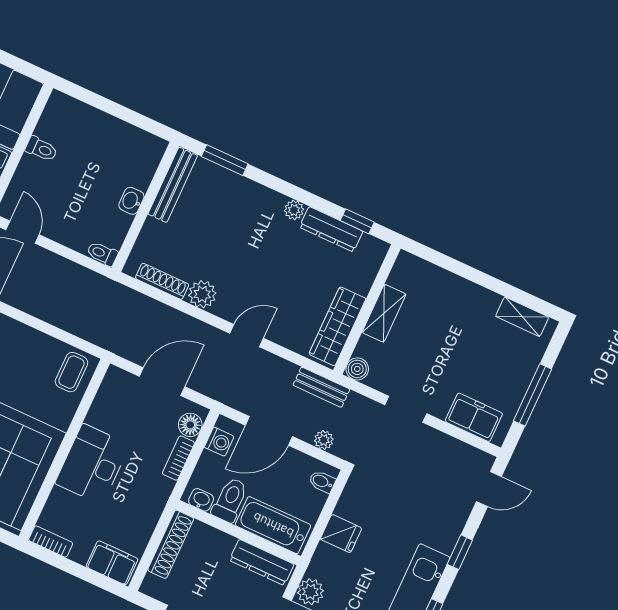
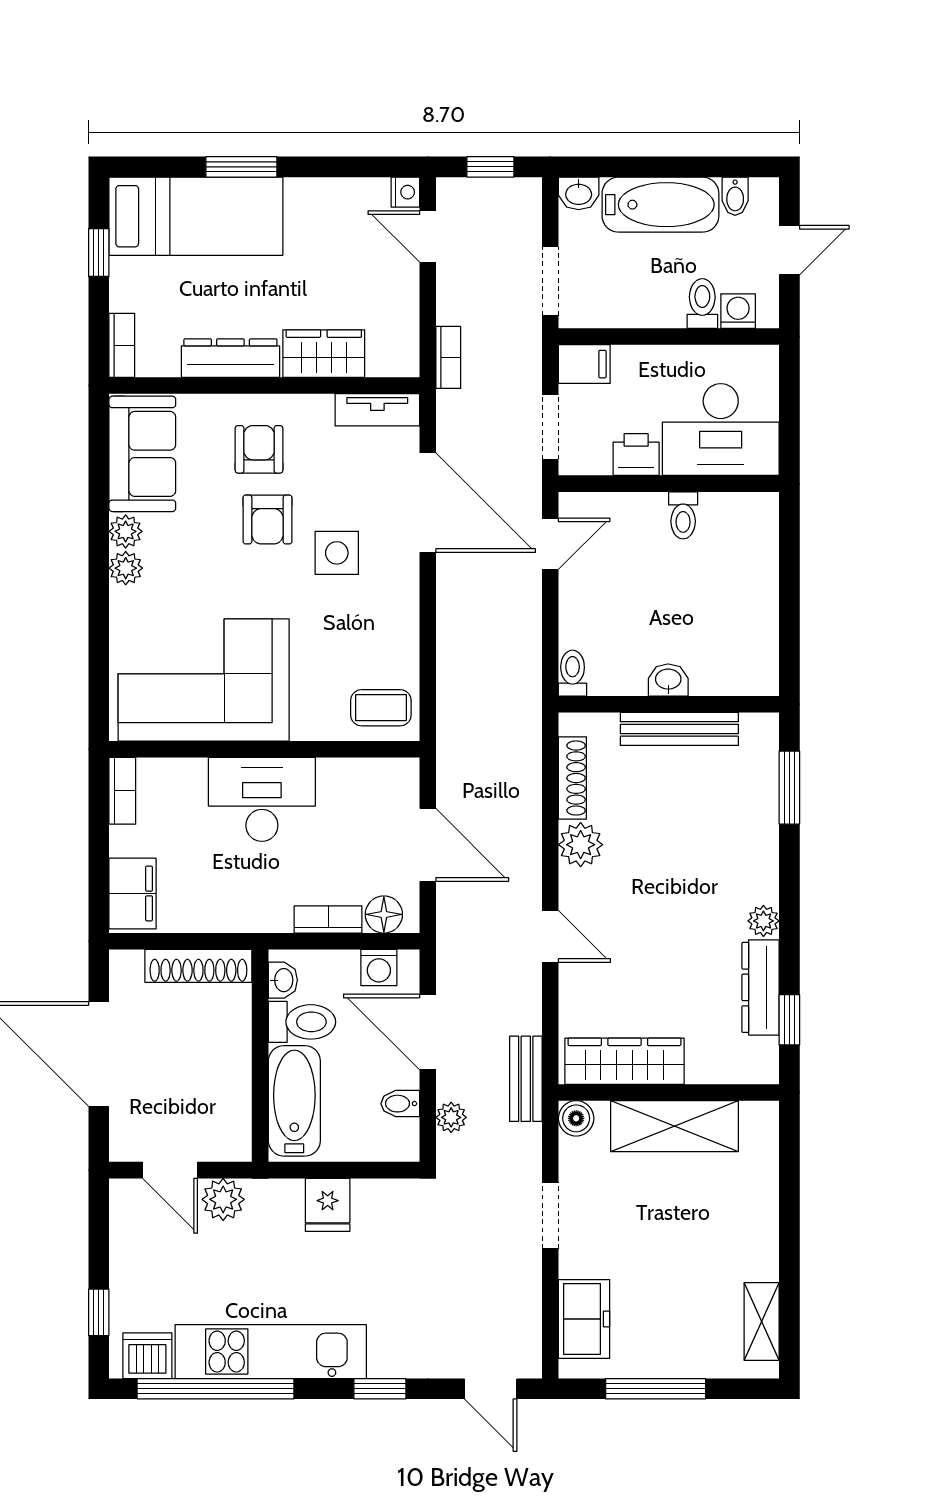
bench: (173, 185) -> (679, 729), moved
shelving: (384, 313) -> (674, 1126), width x1.50, depth x1.33
bidet: (322, 482) -> (400, 1104), moved, turned -90
dresser: (262, 562) -> (233, 1109), removed

